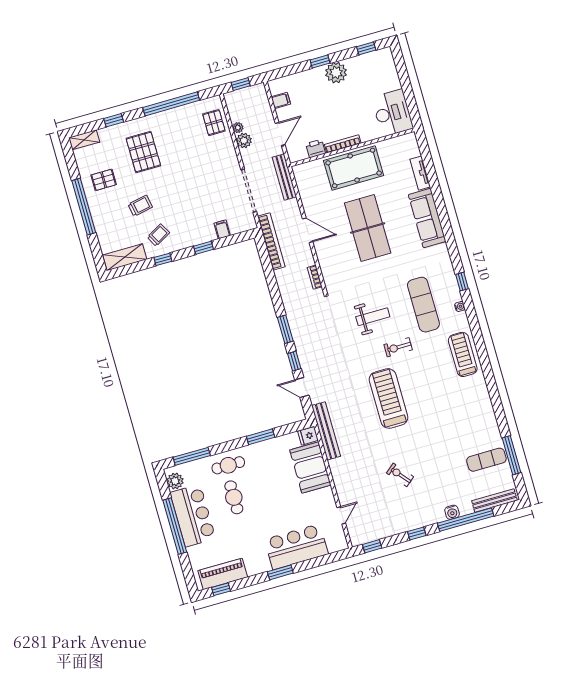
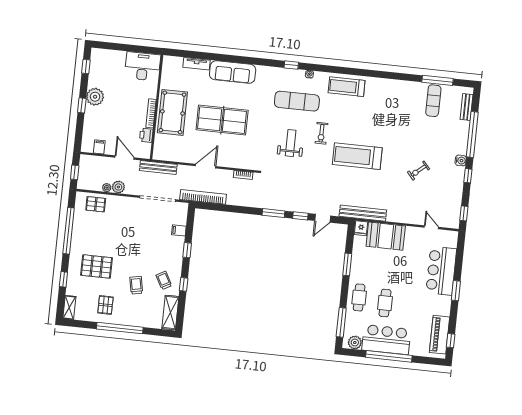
cafe table: (234, 497) -> (385, 303), turned 90
bench: (494, 500) -> (467, 107), width x0.73
water cooler: (452, 512) -> (461, 160), moved

